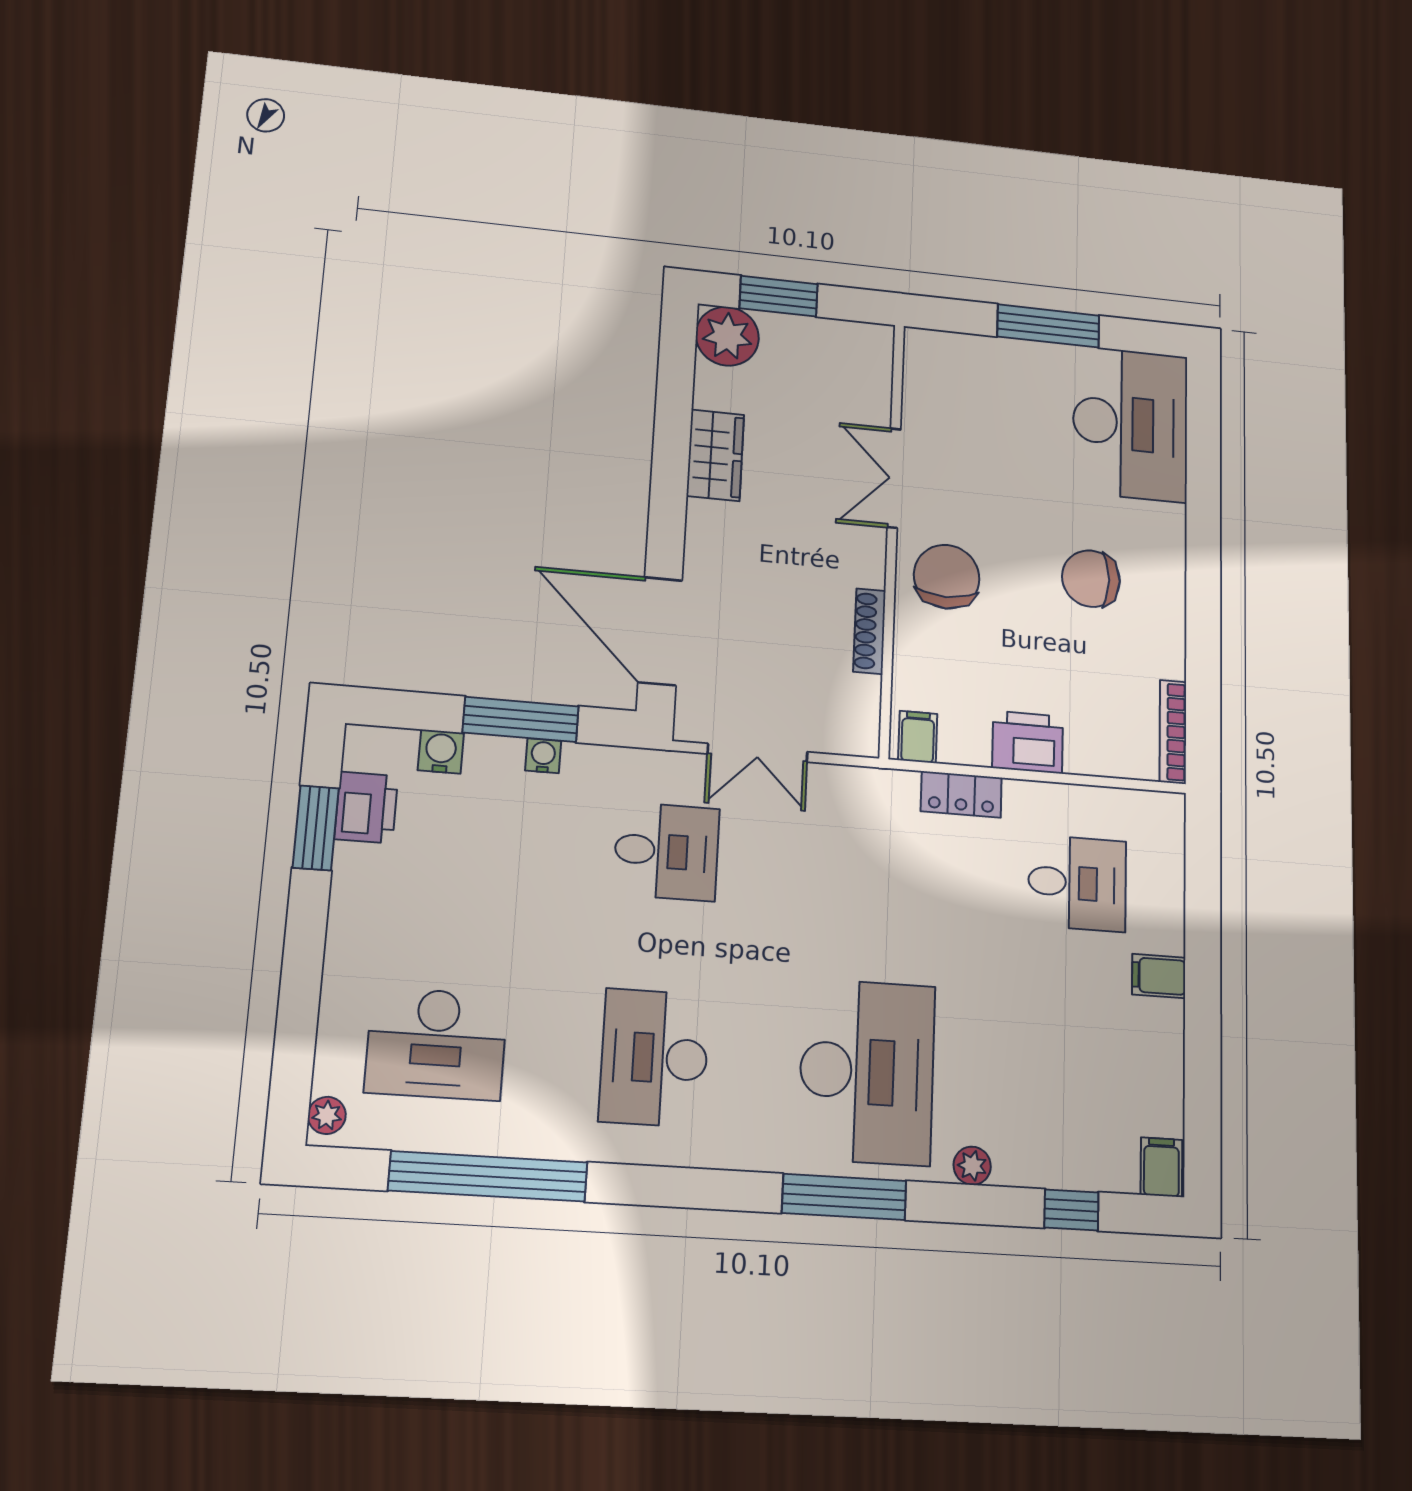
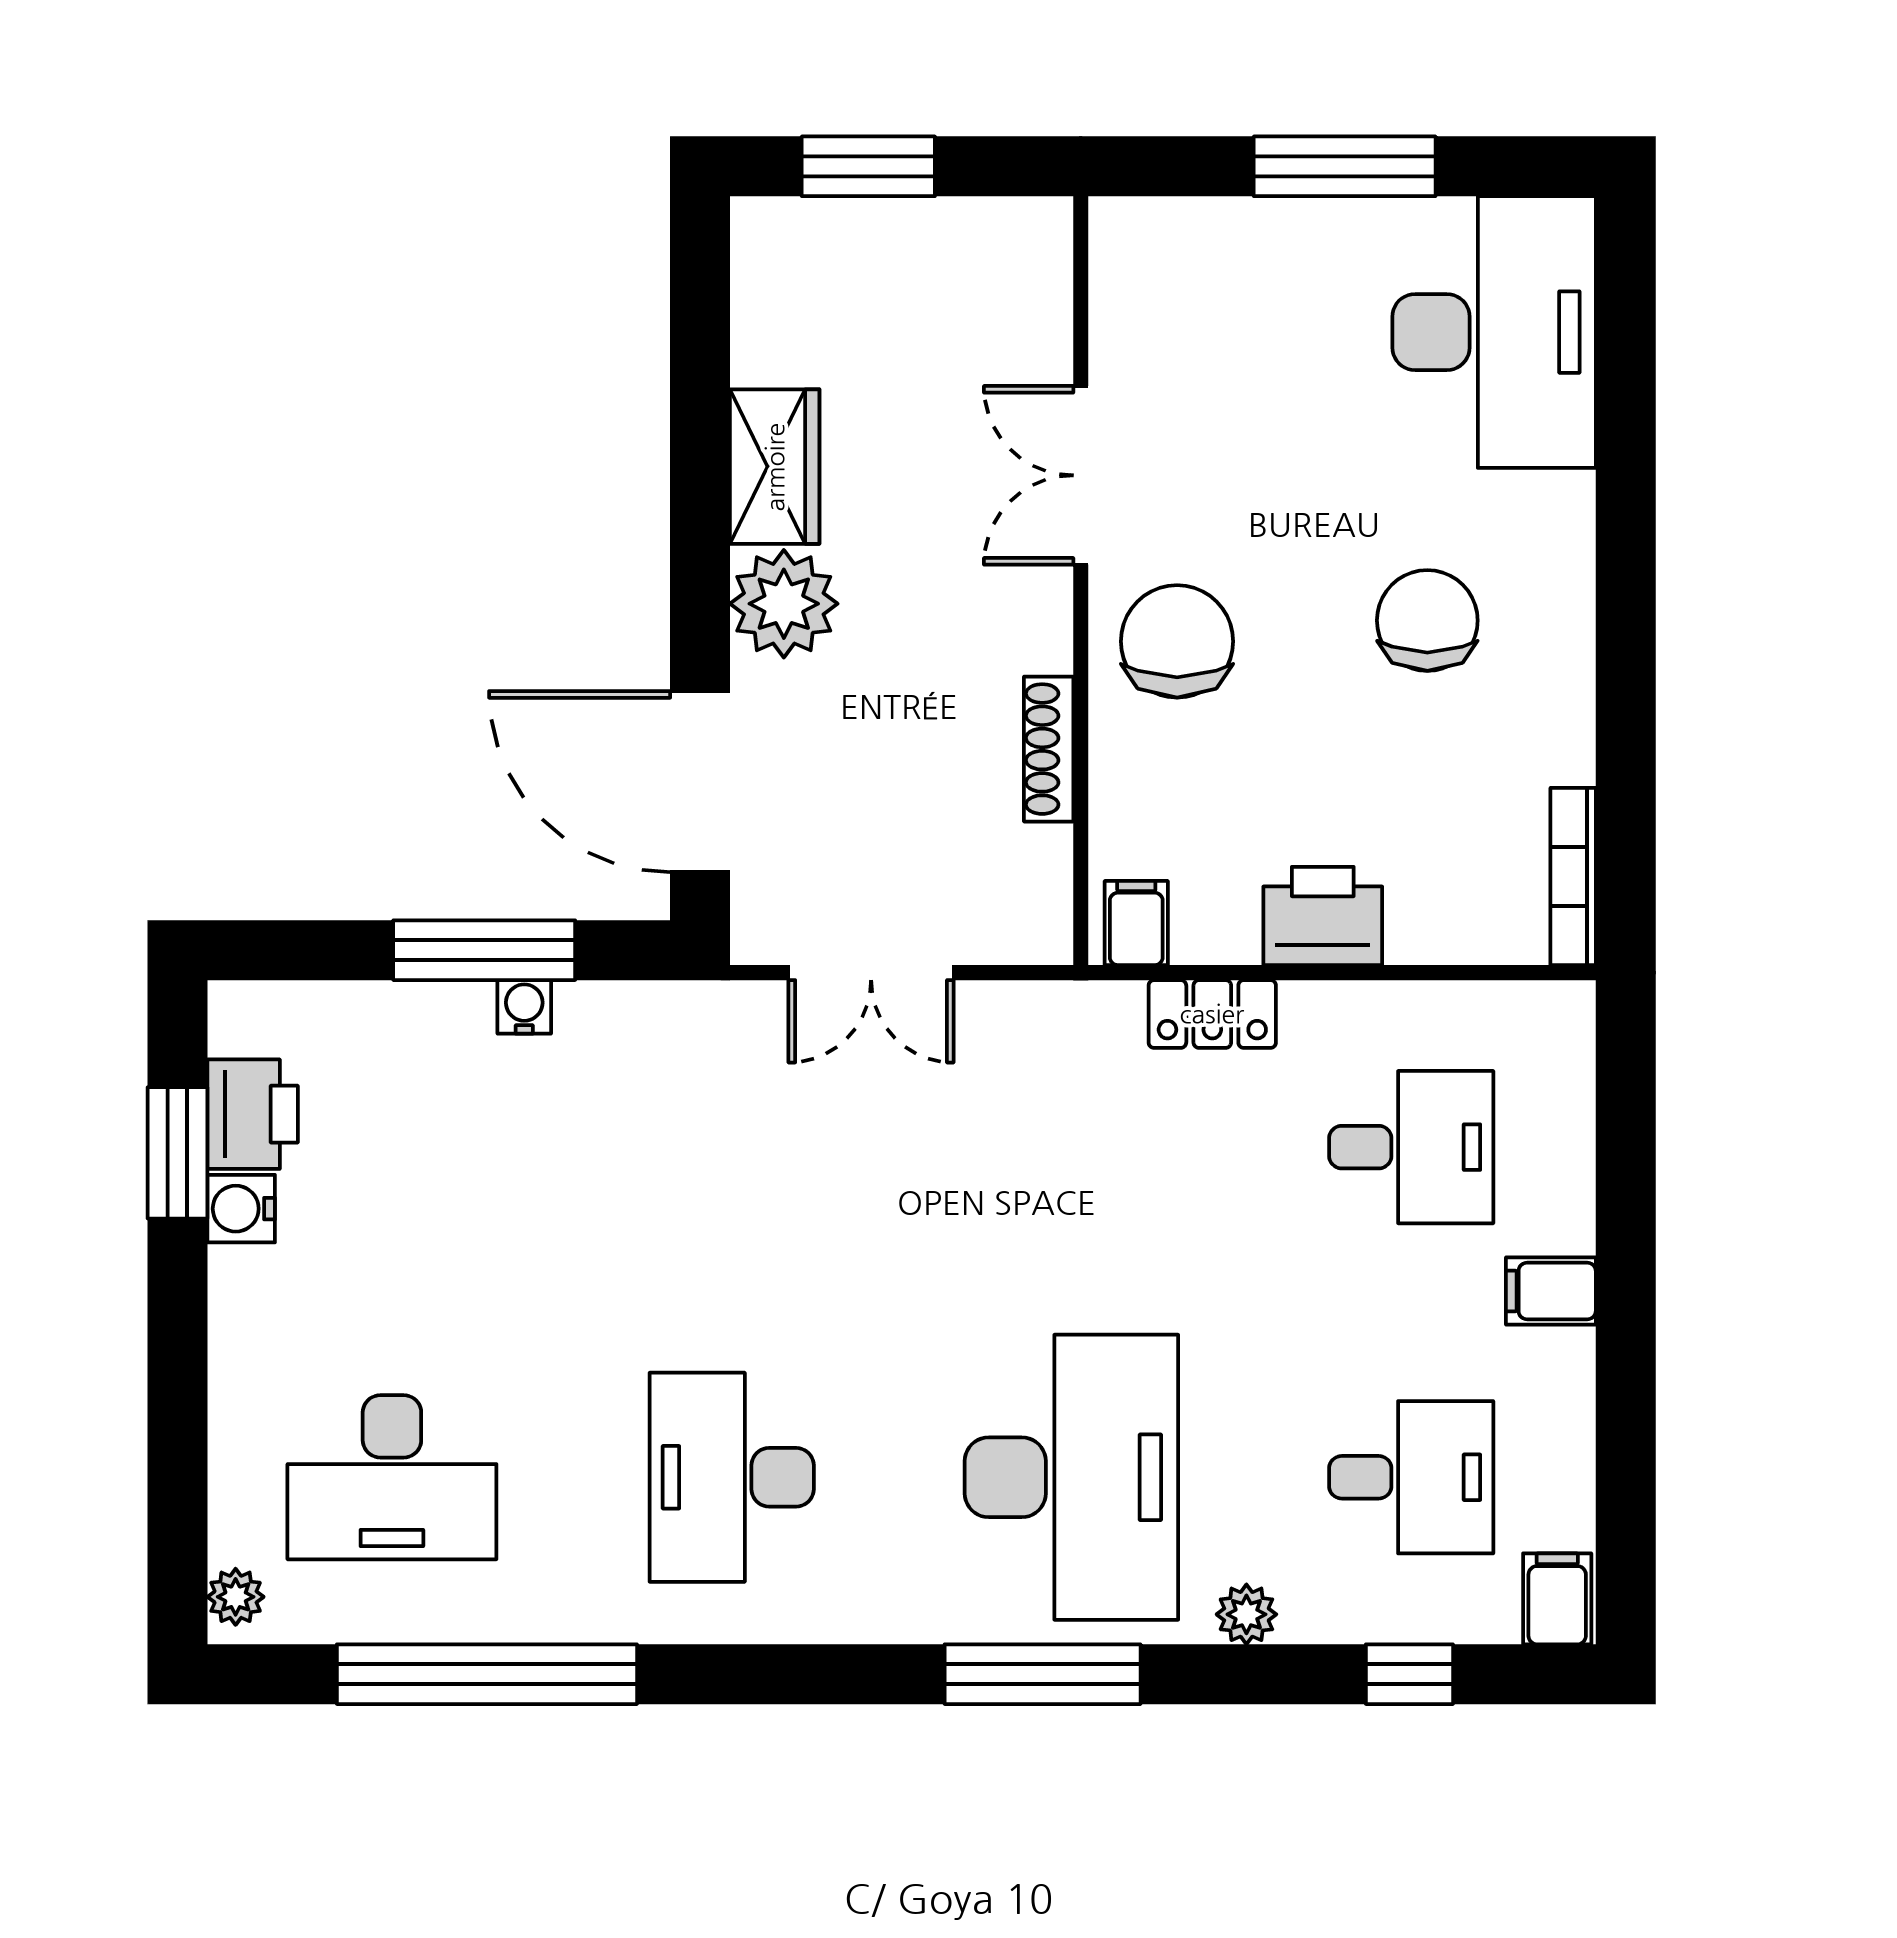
plant: (727, 336) -> (784, 604), moved
chair: (1091, 579) -> (1427, 620), turned 90
water cooler: (441, 752) -> (241, 1209), moved, turned -90
desk: (666, 851) -> (1411, 1477), moved

